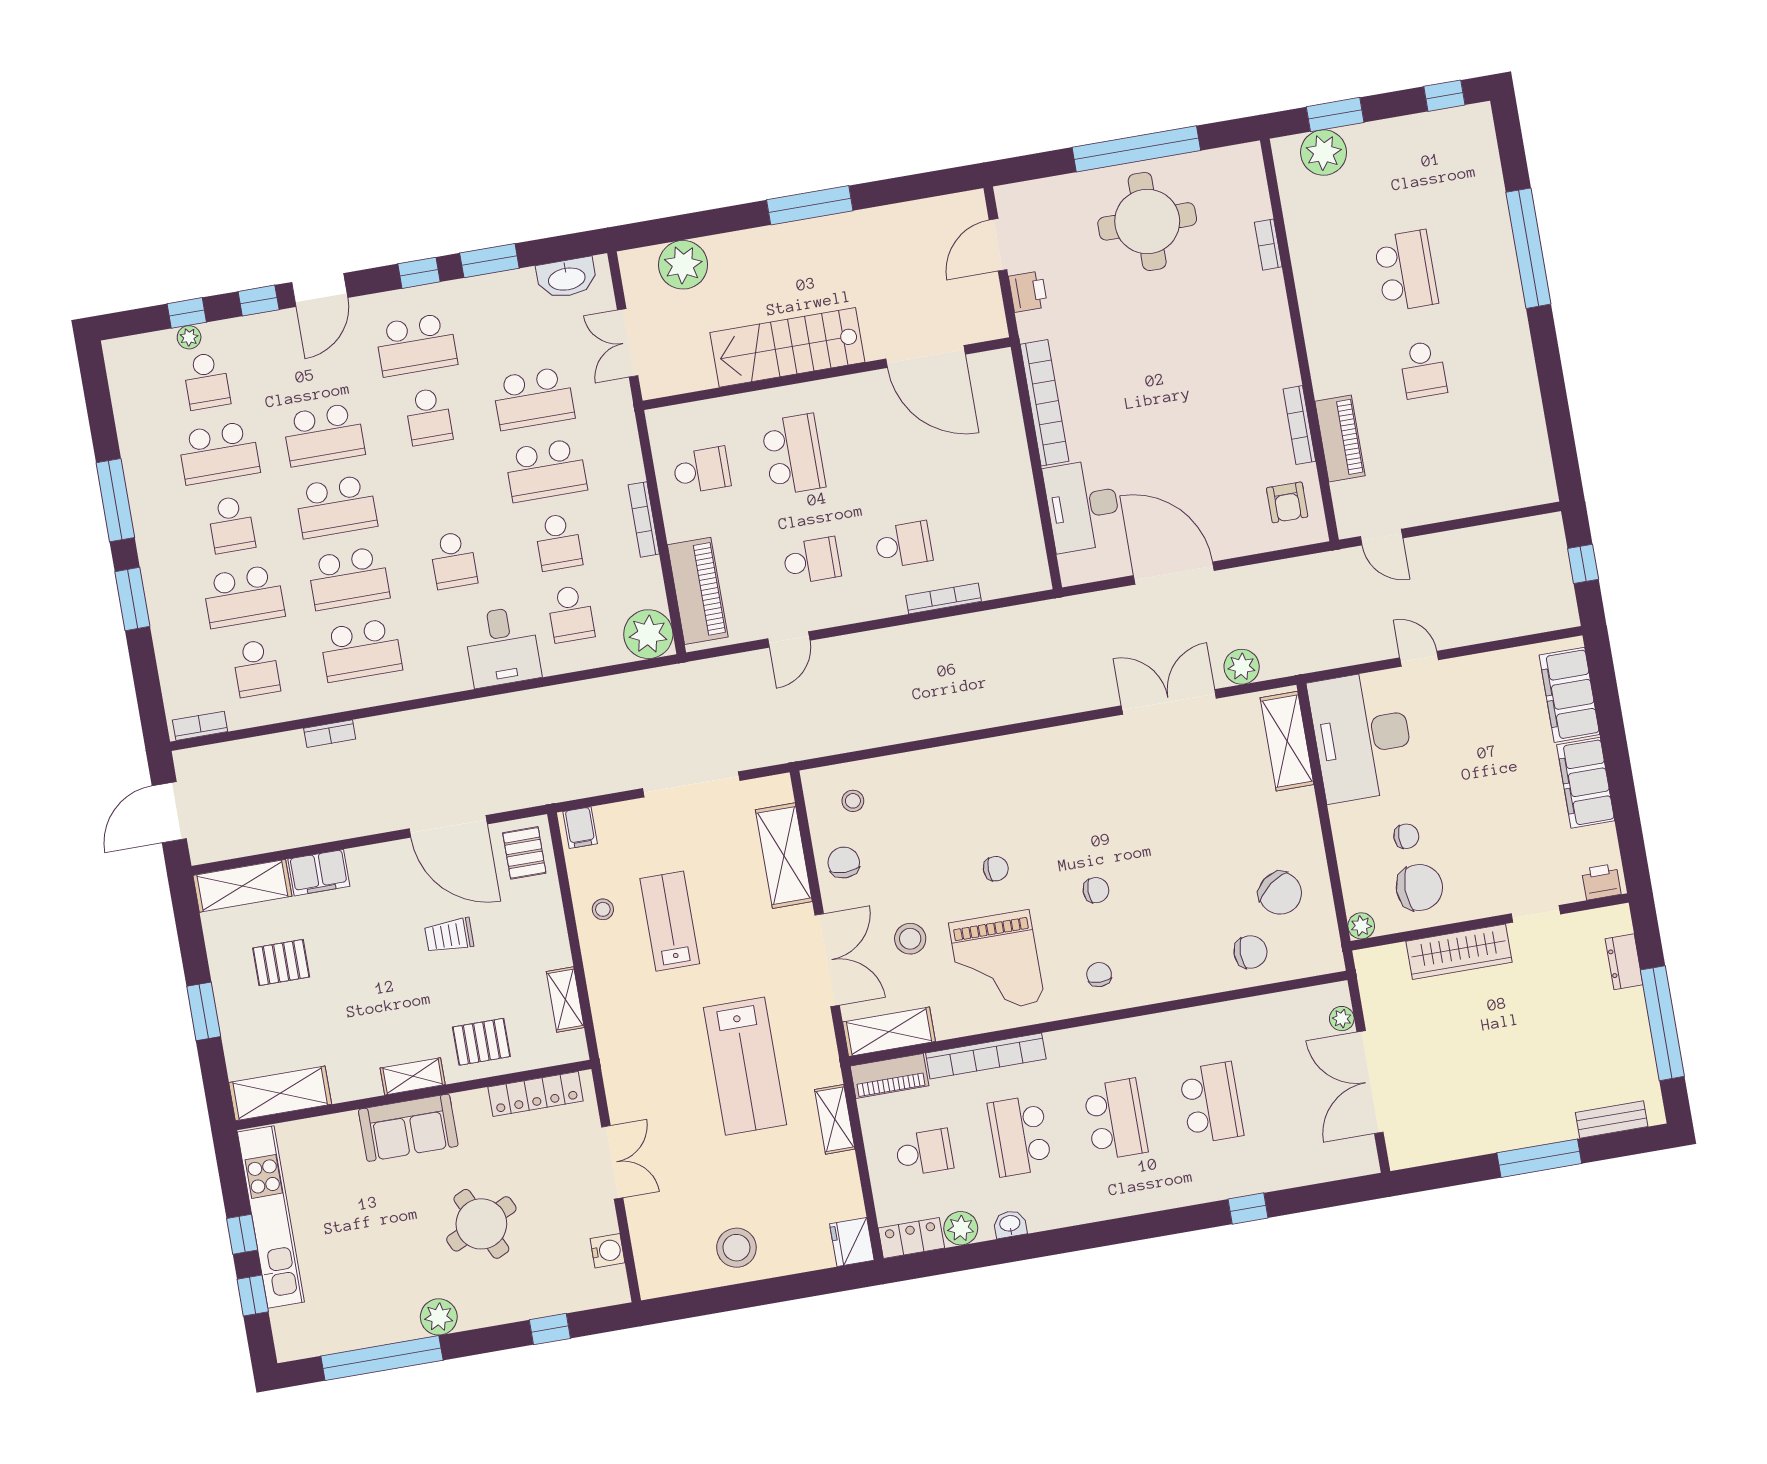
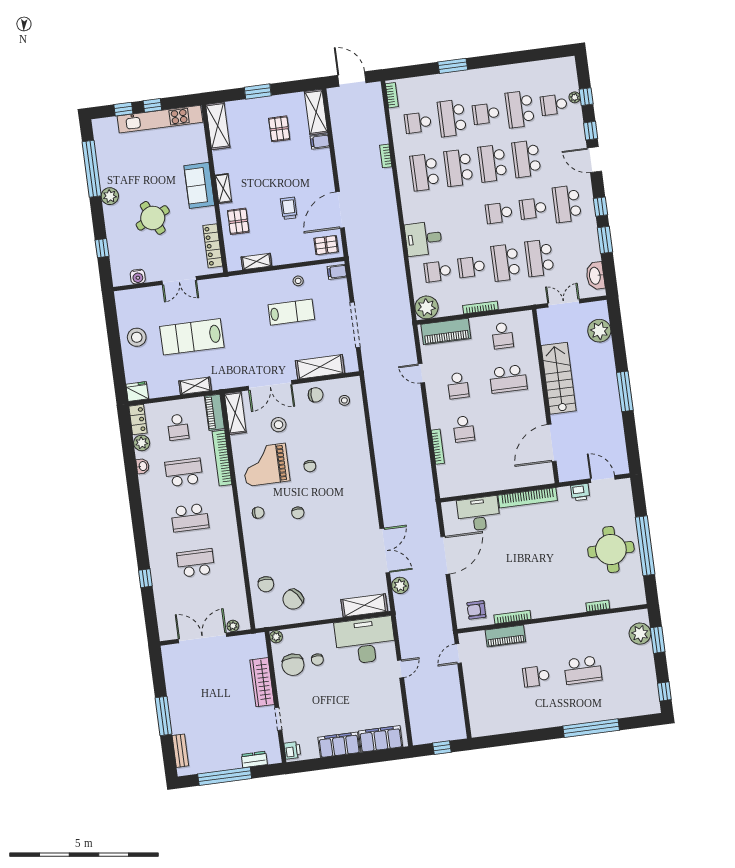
window: (115, 500) -> (500, 60), removed
school desk: (453, 560) -> (499, 213), moved
filing cabinet: (319, 873) -> (320, 142), width x0.50
lab bench: (745, 1066) -> (192, 337), moved
school desk: (1211, 1103) -> (196, 563), turned 180

